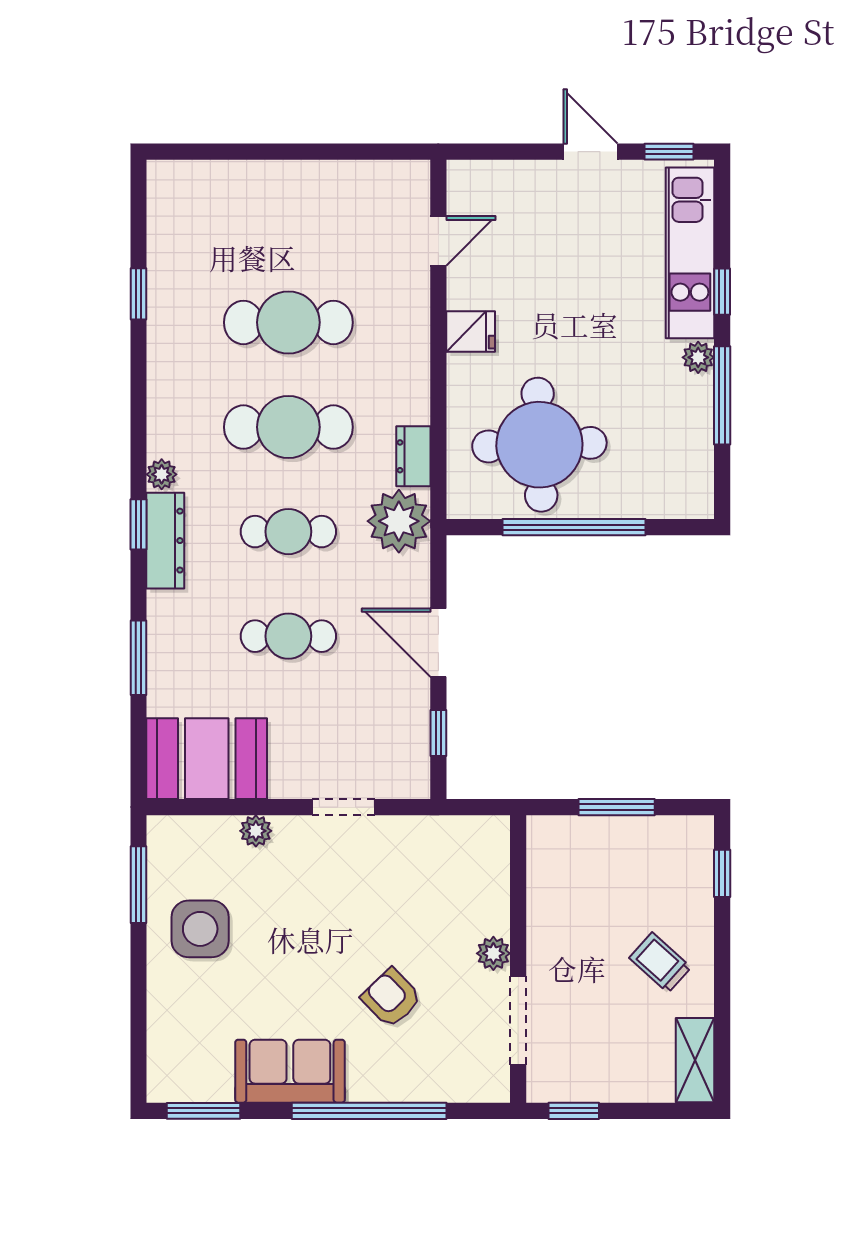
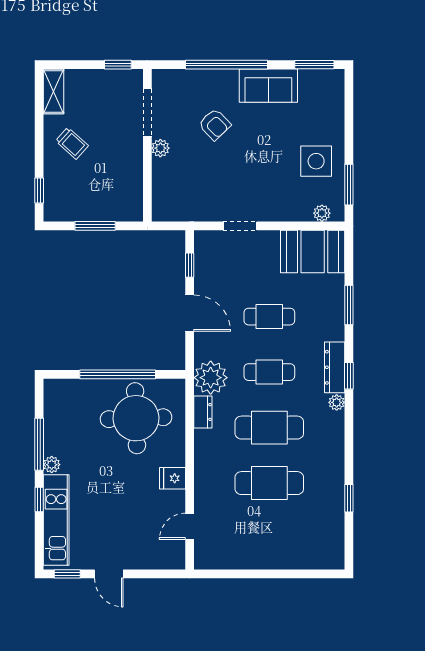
plant: (256, 831) -> (322, 213), moved

